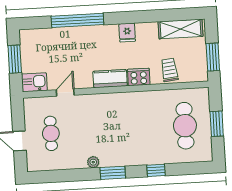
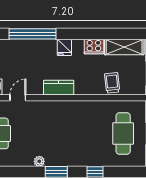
fridge: (127, 33) -> (64, 47), moved
cooker: (139, 77) -> (94, 47), moved, turned 180

